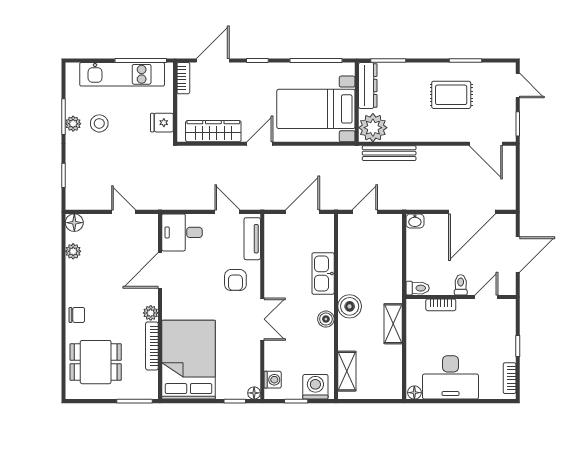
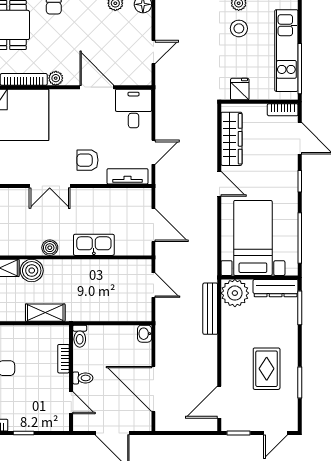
boiler: (350, 306) -> (32, 271), moved

